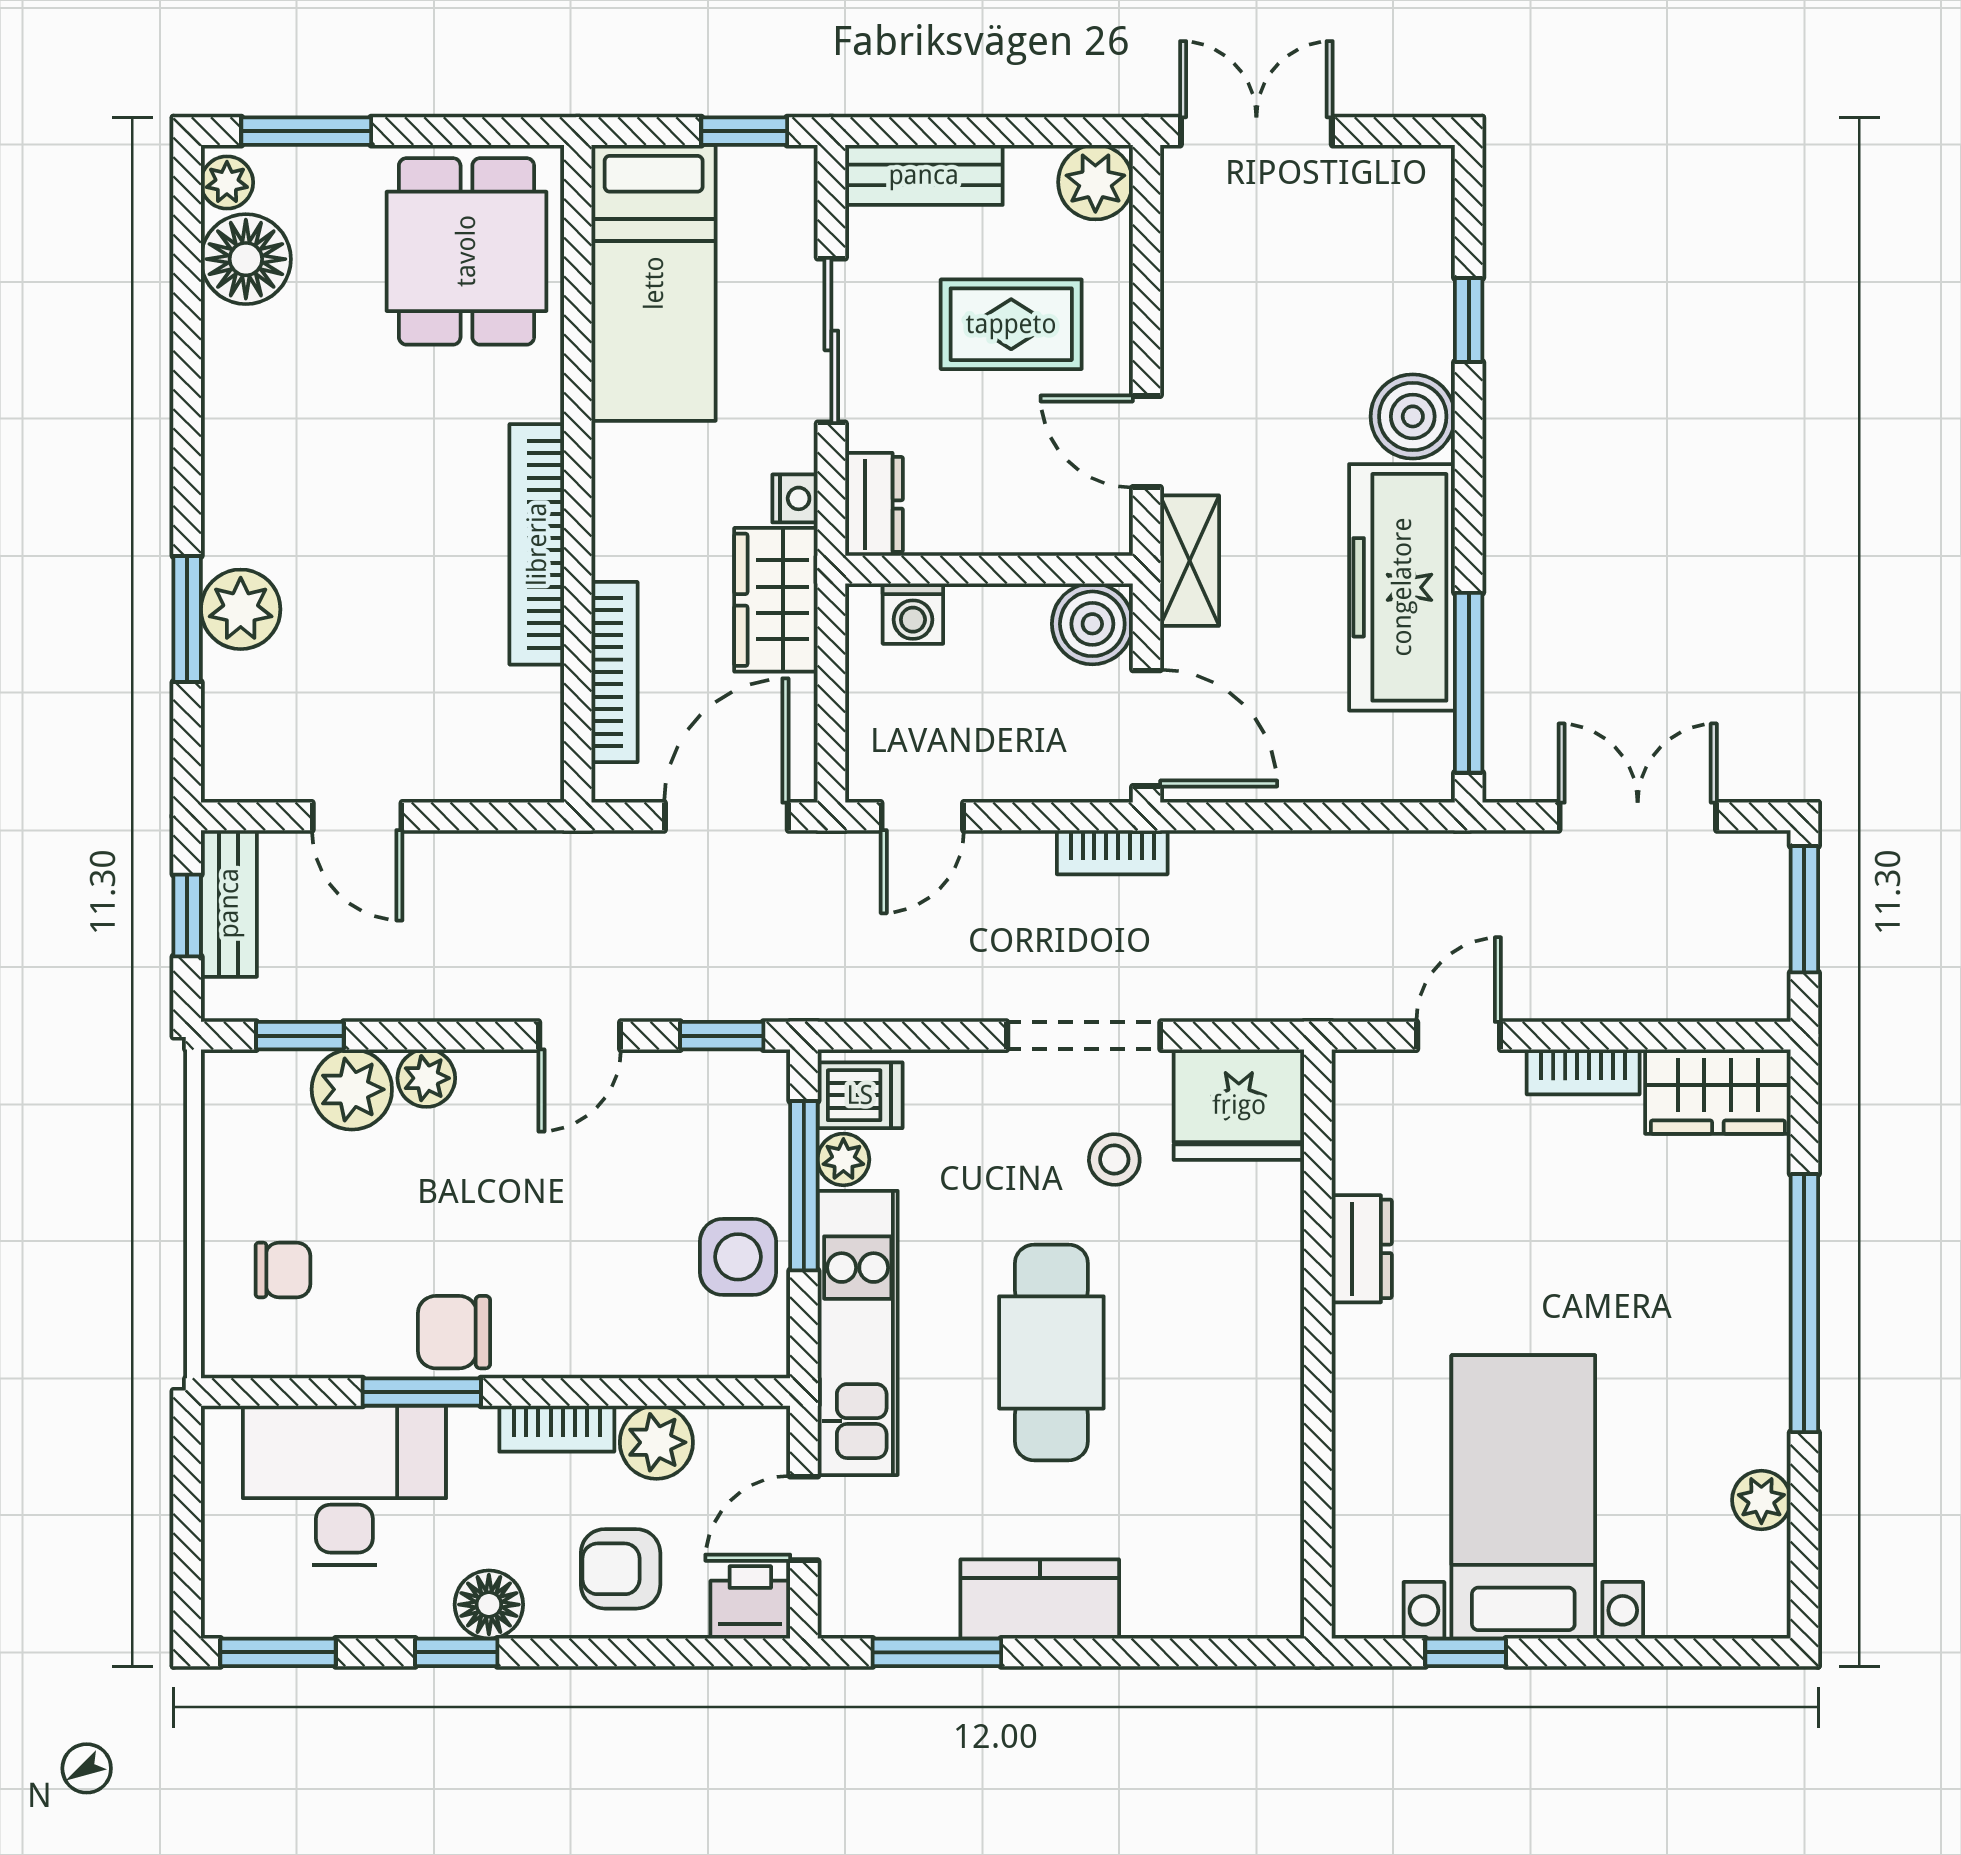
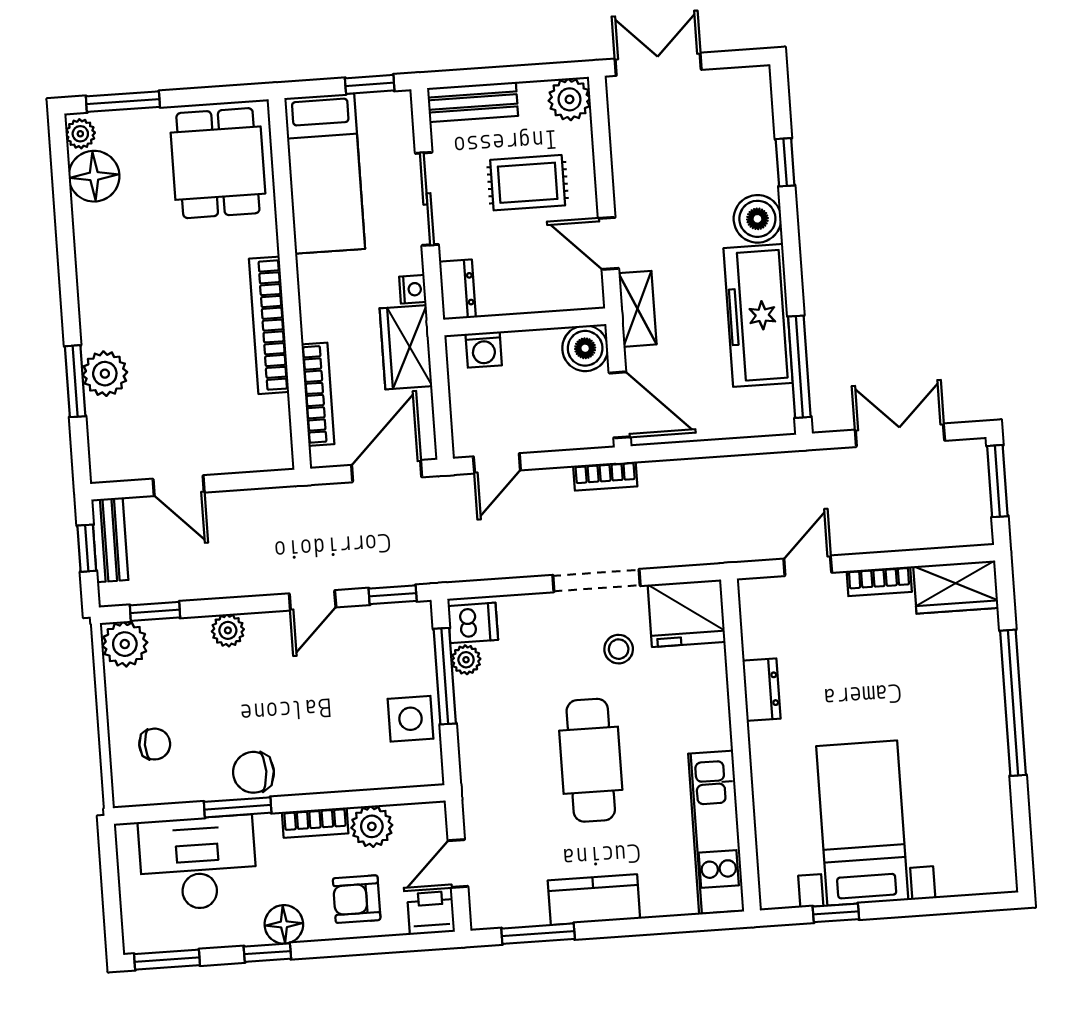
plant: (352, 1089) -> (125, 644), moved
kitchen unit: (858, 1333) -> (716, 832), moved, turned 180
plant: (1761, 1500) -> (996, 815), removed

